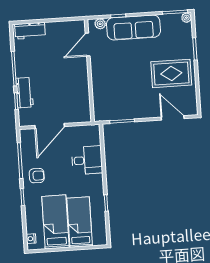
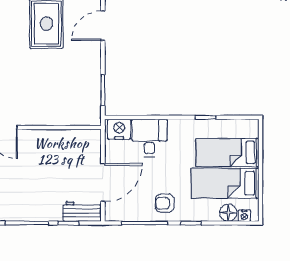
workbench: (25, 93) -> (82, 212), moved
door: (50, 126) -> (103, 183), hinge flipped
nightstand: (92, 136) -> (119, 129), added
armchair: (37, 176) -> (165, 203), turned -90
floor lamp: (32, 226) -> (228, 213), added

